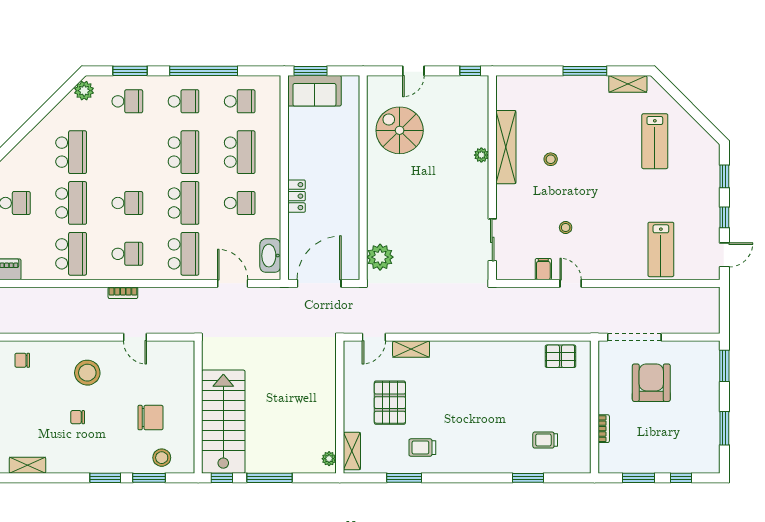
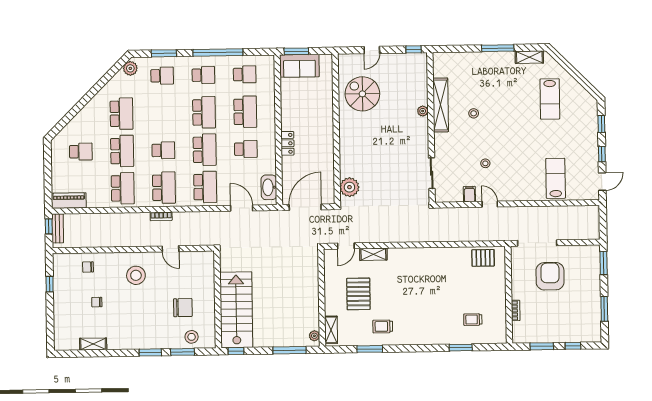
lab bench: (661, 249) -> (556, 178), turned 180
school desk: (127, 254) -> (164, 188), width x1.85
chair: (78, 417) -> (97, 302), moved
window: (270, 478) -> (290, 350), moved

